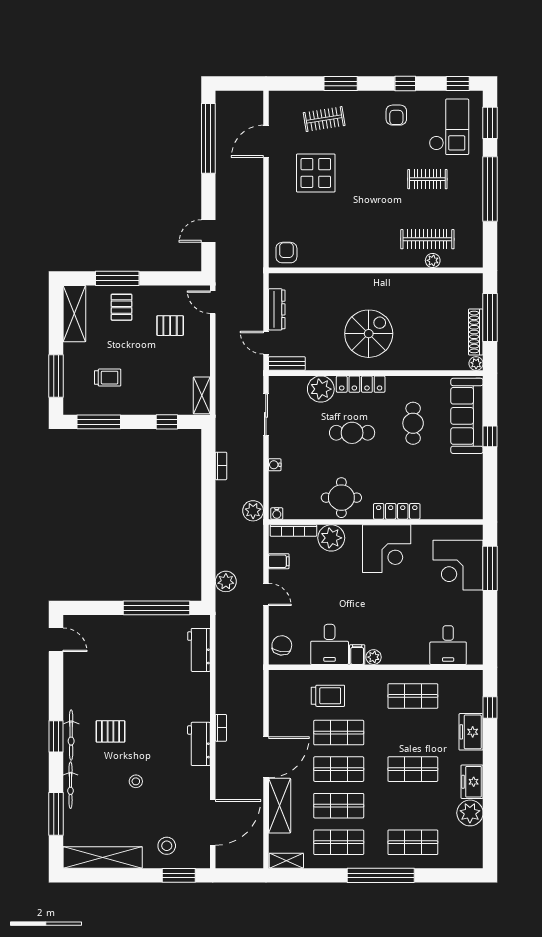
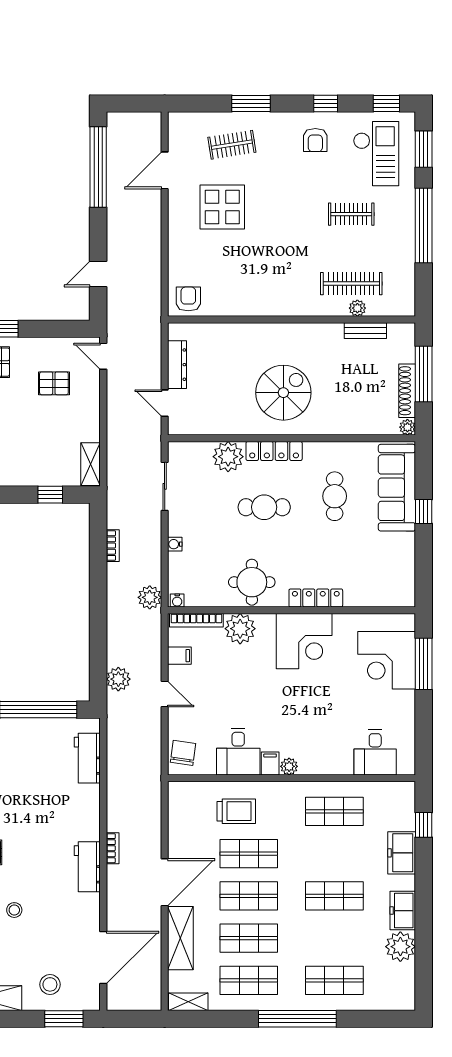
bench: (287, 364) -> (365, 331), moved

